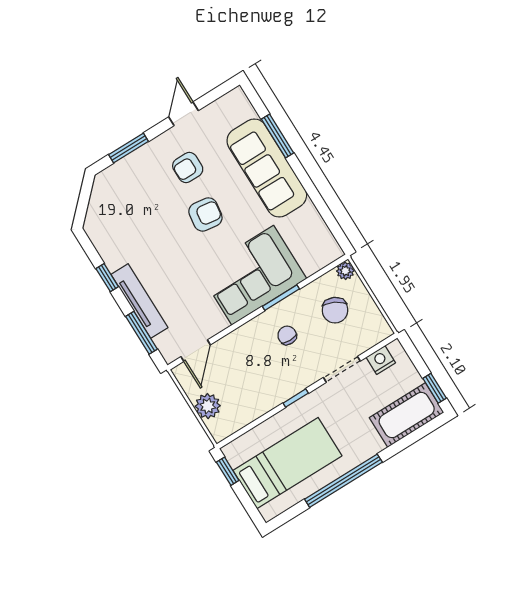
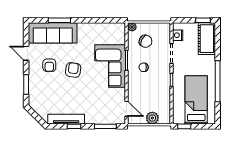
sofa: (267, 168) -> (53, 33), moved
tv unit: (139, 301) -> (66, 119), moved

